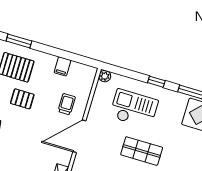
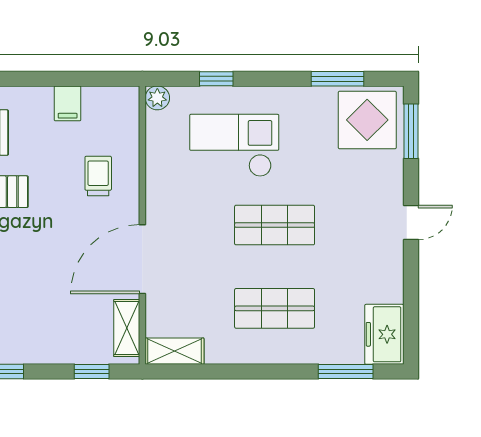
window: (156, 82) -> (216, 79), moved
door: (79, 136) -> (142, 259), moved

